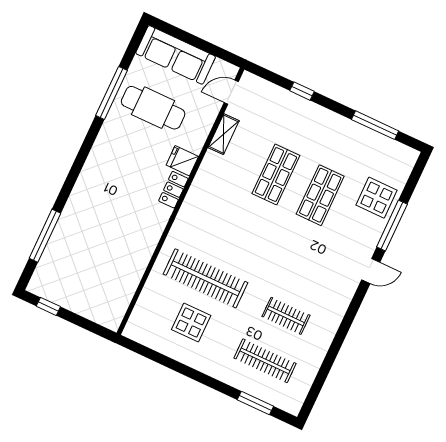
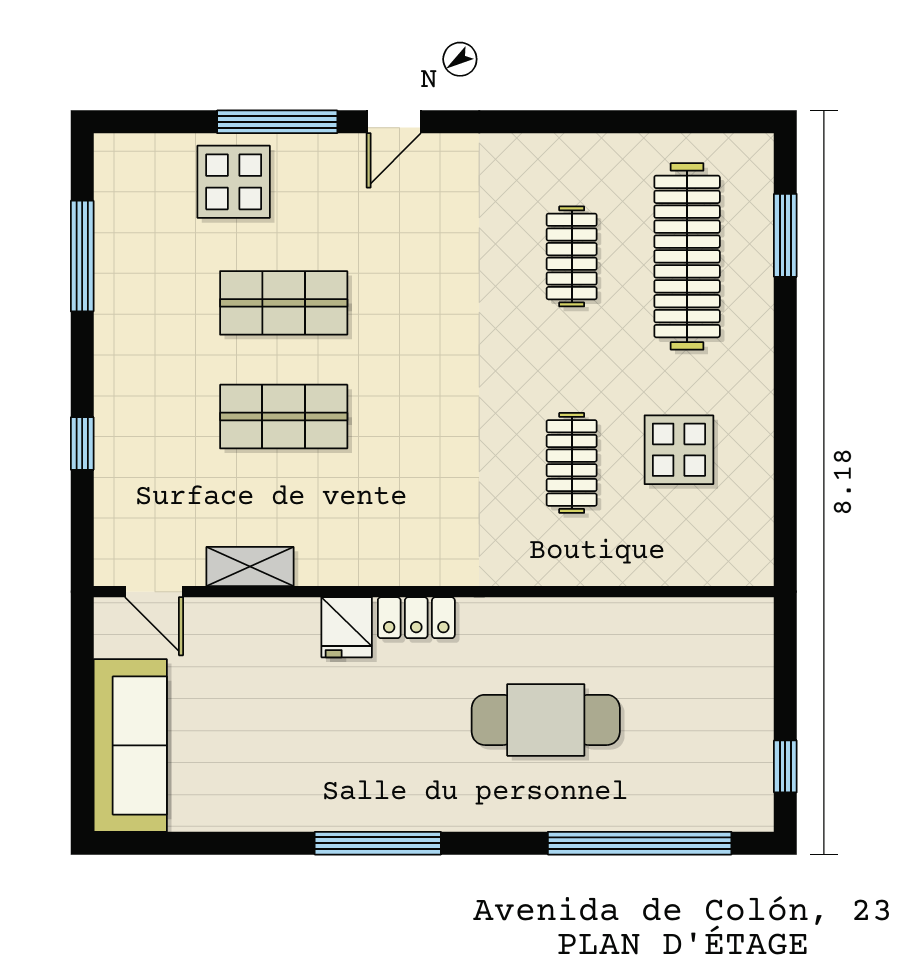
window: (112, 93) -> (378, 843), moved
cafe table: (153, 108) -> (546, 720), moved, turned 90
window: (45, 236) -> (640, 843), width x1.46
door: (371, 271) -> (394, 122), swing flipped
clothes rail: (205, 278) -> (572, 463), width x0.54, depth x0.76
clothes rail: (265, 361) -> (687, 256), width x1.37, depth x1.31

